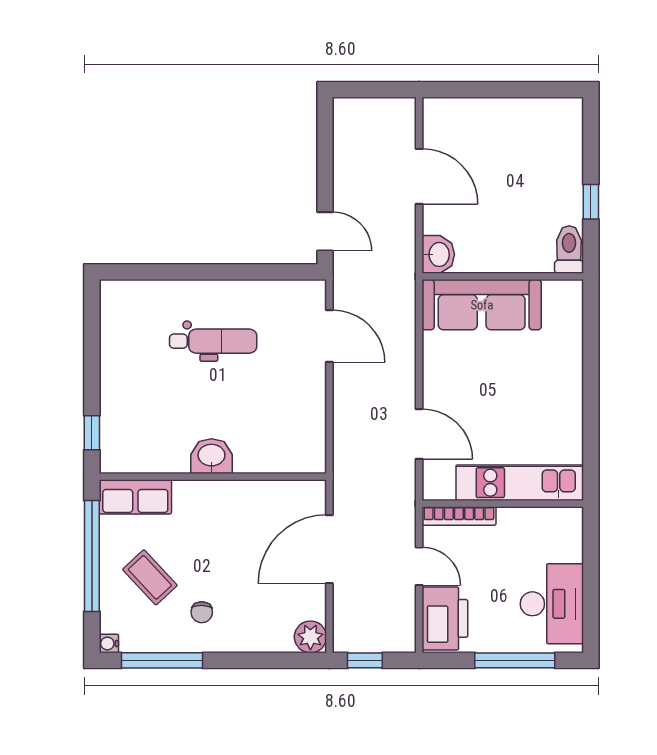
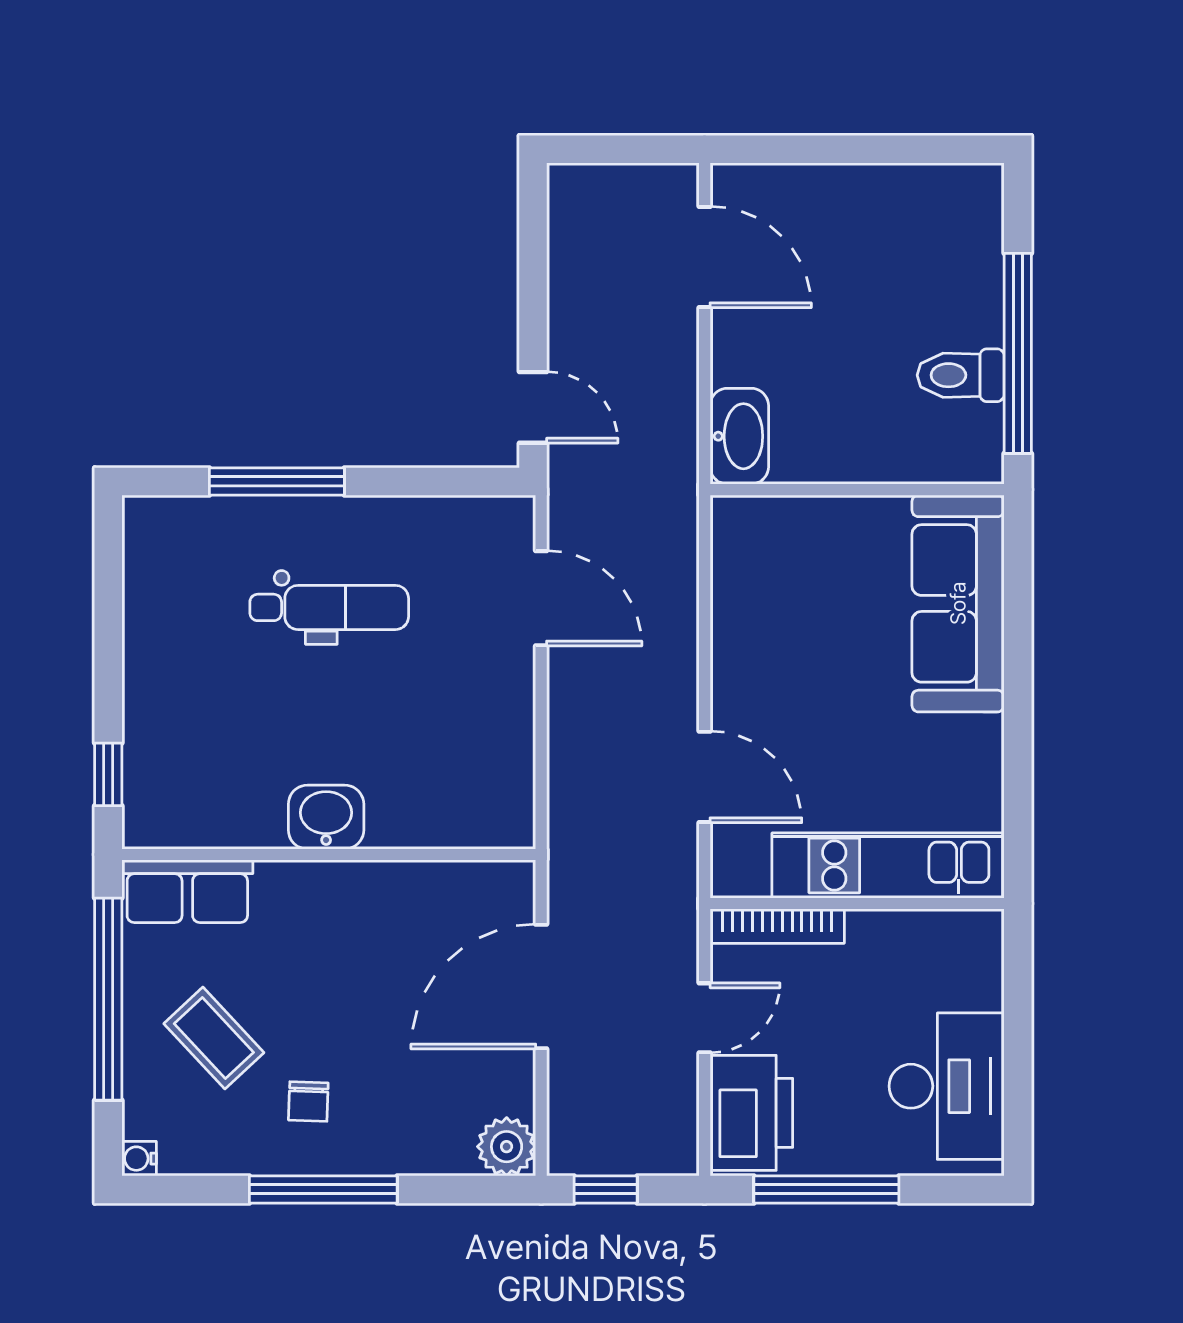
door: (419, 176) -> (705, 257), moved
window: (591, 202) -> (1018, 353), width x3.17
toilet: (569, 250) -> (961, 375), moved, turned -90
washbasin: (438, 254) -> (739, 436), width x1.38
window: (184, 272) -> (277, 481), added
sofa: (482, 305) -> (958, 603), moved, turned 90
door: (419, 566) -> (705, 1018), hinge flipped
window: (162, 660) -> (323, 1189), moved
window: (515, 660) -> (826, 1189), moved

